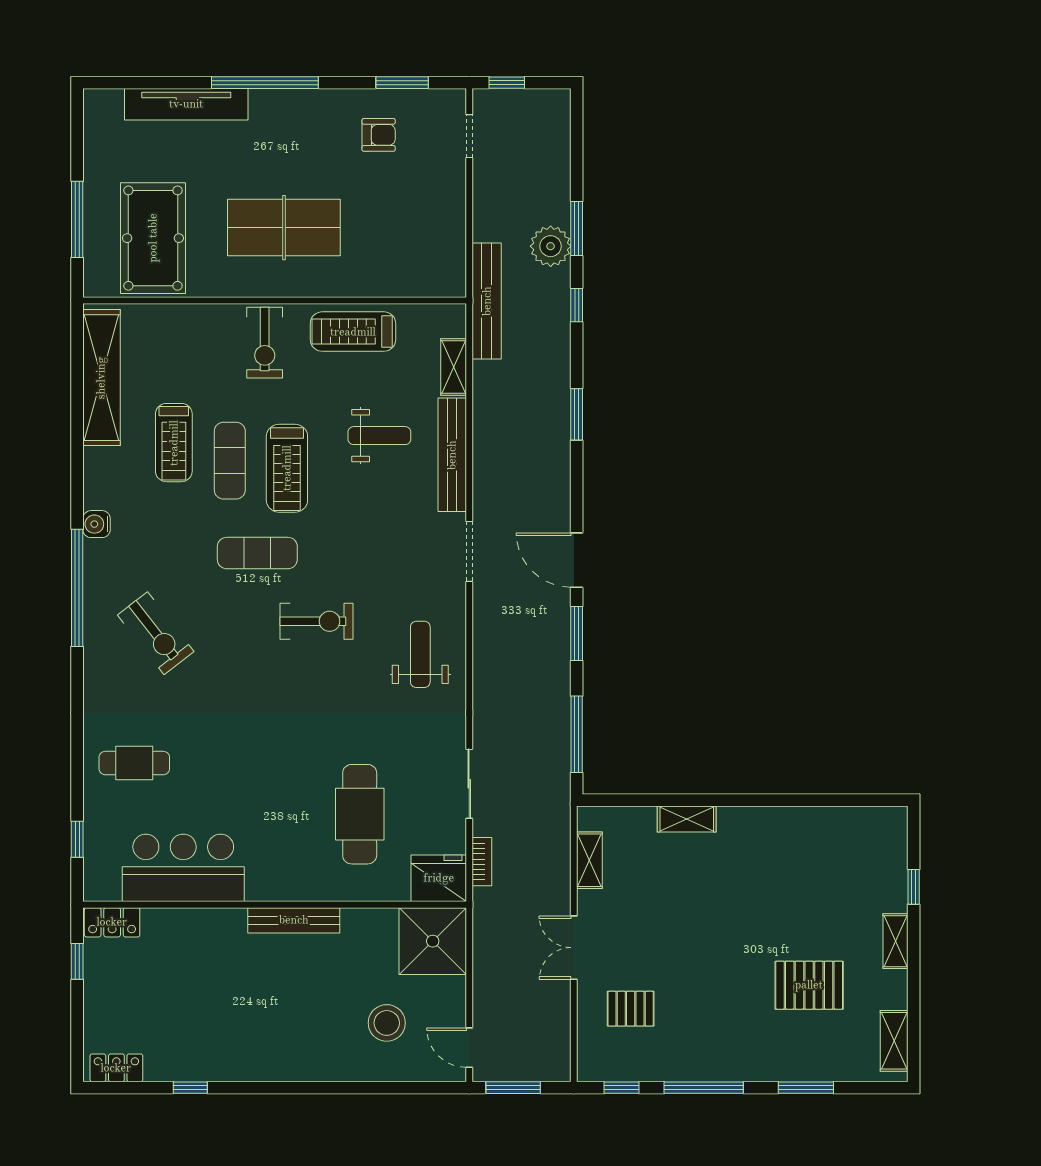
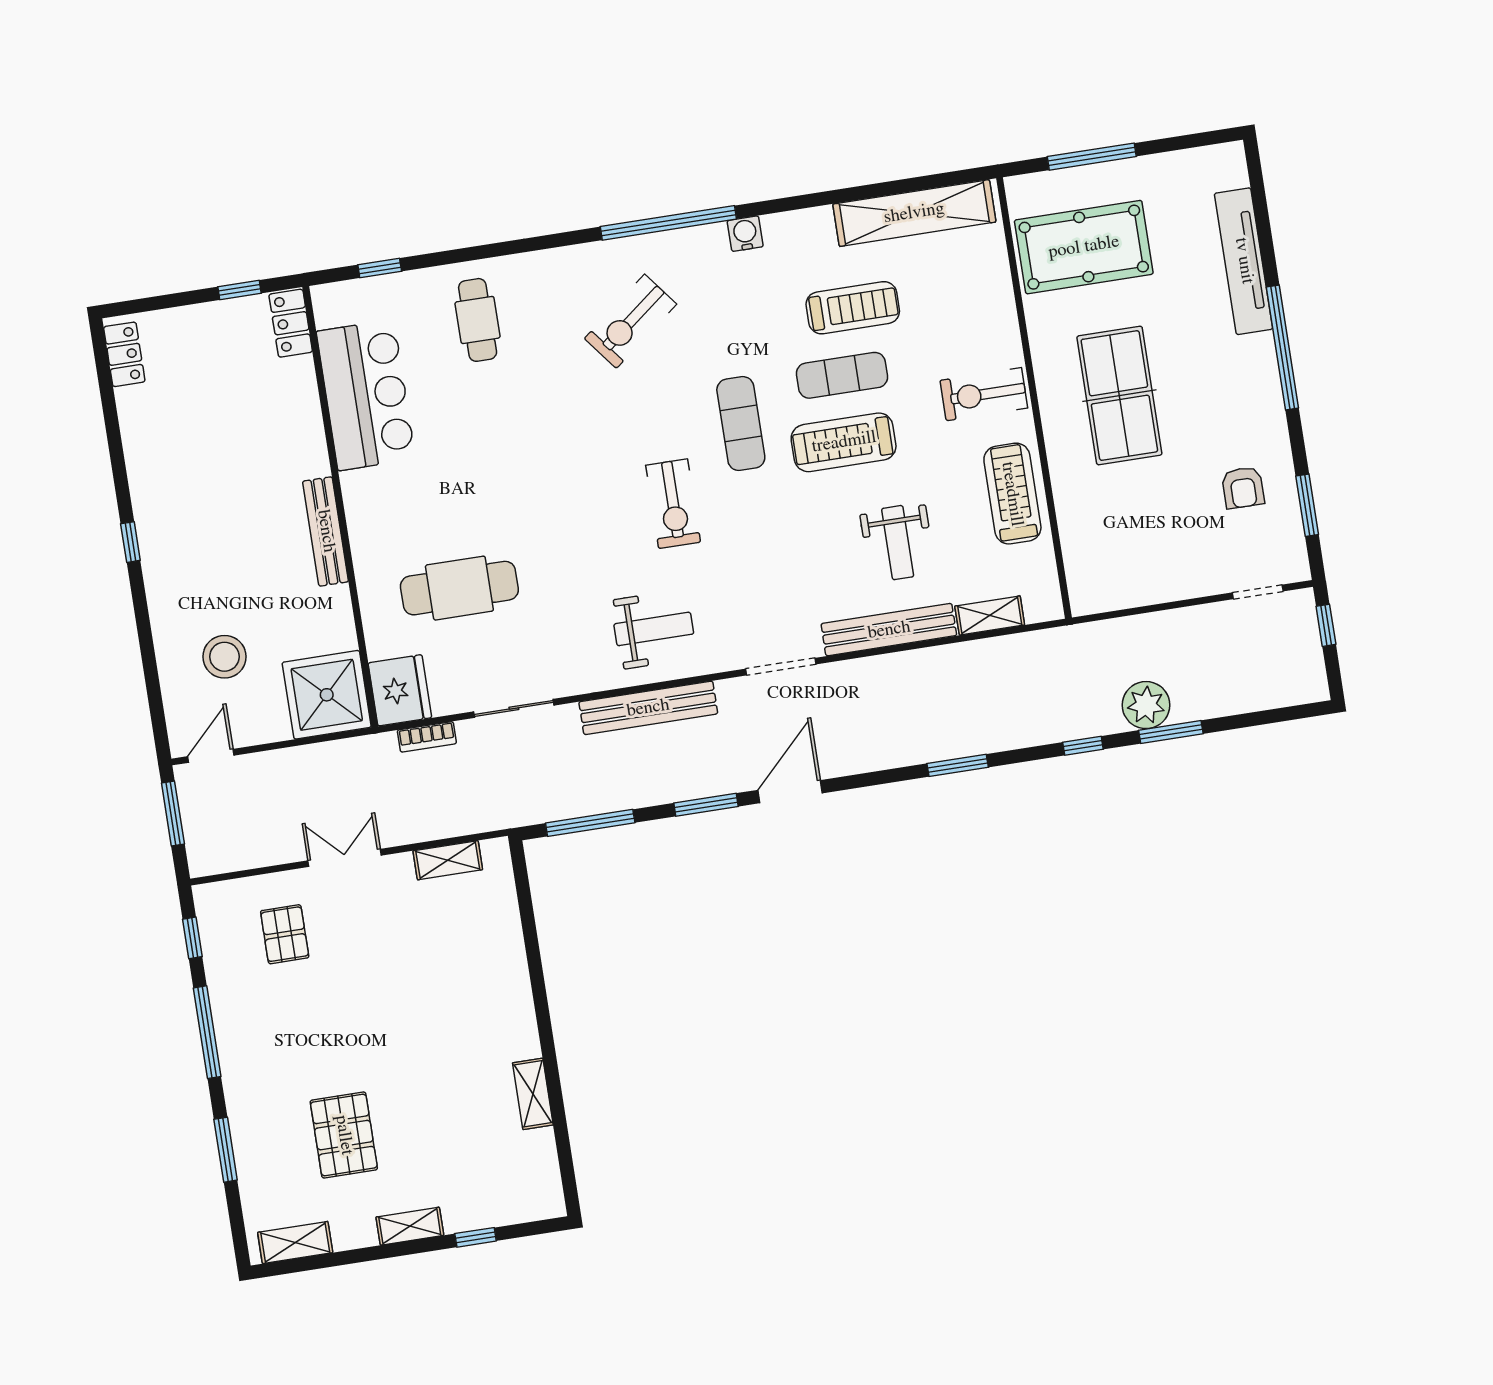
bench: (487, 301) -> (648, 708), moved
treadmill: (174, 443) -> (853, 308), turned 180
shelving: (687, 819) -> (533, 1094), moved
window: (190, 1088) -> (130, 542), moved

